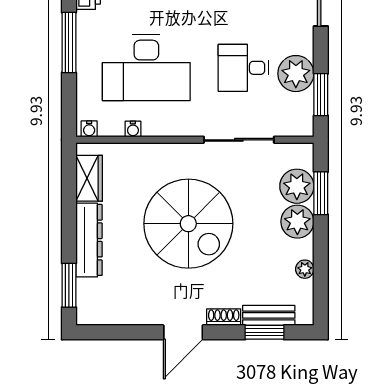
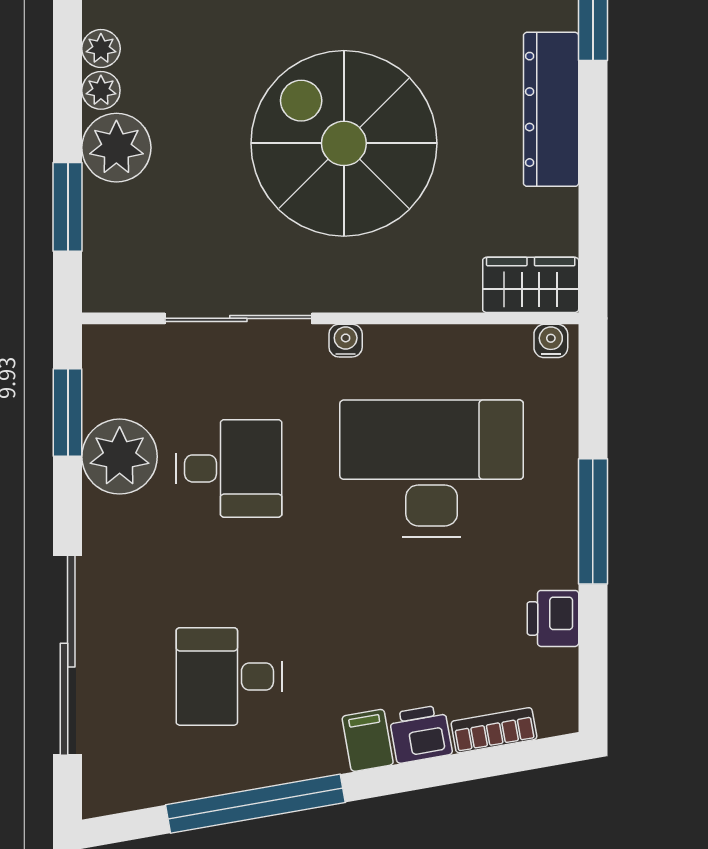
water cooler: (133, 129) -> (346, 341), moved
wardrobe: (89, 178) -> (531, 285), moved, turned 90
plant: (297, 186) -> (101, 90), moved, width x0.53, depth x0.53

